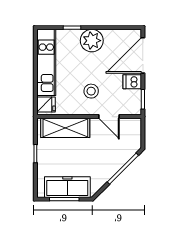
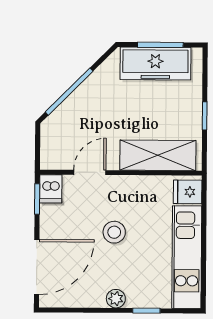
plant: (92, 41) -> (116, 299), width x0.53, depth x0.53
dishwasher: (132, 82) -> (51, 189), moved, turned 90
stool: (91, 91) -> (114, 232), moved
door: (109, 117) -> (90, 172), hinge flipped

